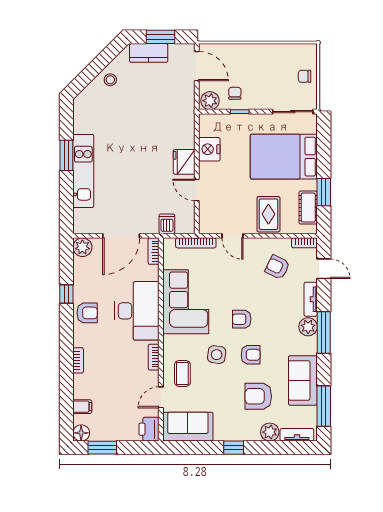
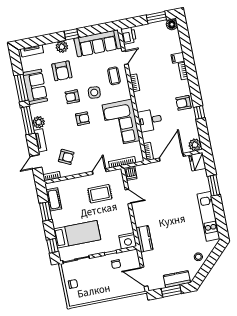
plant: (210, 101) -> (131, 256), removed
kitchen counter: (185, 122) -> (144, 239), added
window: (324, 139) -> (52, 246), added
nightstand: (209, 149) -> (128, 241), moved, turned 90
window: (66, 155) -> (214, 185), moved
bed: (284, 157) -> (77, 234), width x0.67
fridge: (184, 162) -> (197, 162), moved, turned 180
kitchen unit: (83, 171) -> (208, 216), moved
rug: (268, 214) -> (100, 194), moved, turned 90
dishwasher: (167, 224) -> (131, 173), moved
door: (232, 236) -> (99, 171), hinge flipped
door: (324, 269) -> (36, 162), hinge flipped
desk: (137, 311) -> (150, 120), width x0.53, depth x0.77
armchair: (258, 396) -> (62, 71), turned 90
window: (324, 406) -> (21, 88), moved
filing cabinet: (82, 407) -> (178, 58), moved
sofa: (188, 427) -> (98, 43), width x1.36
plant: (270, 432) -> (62, 47), moved

